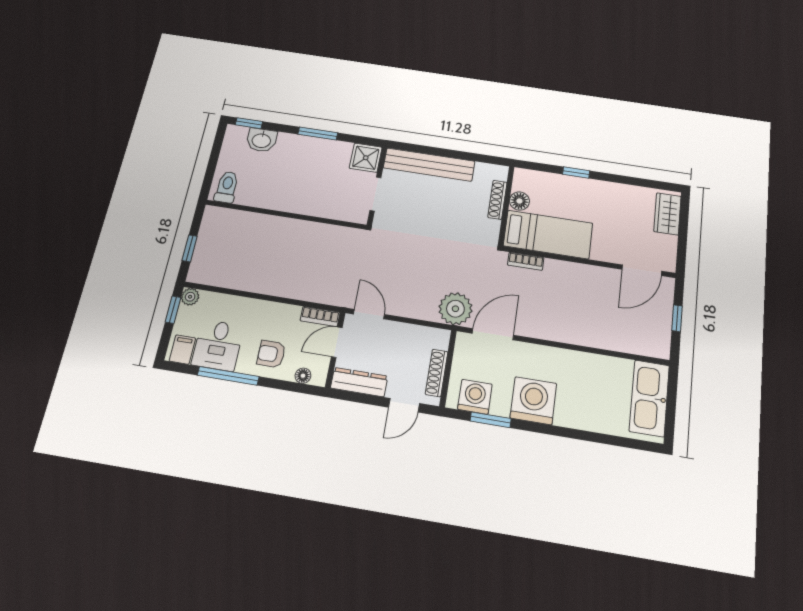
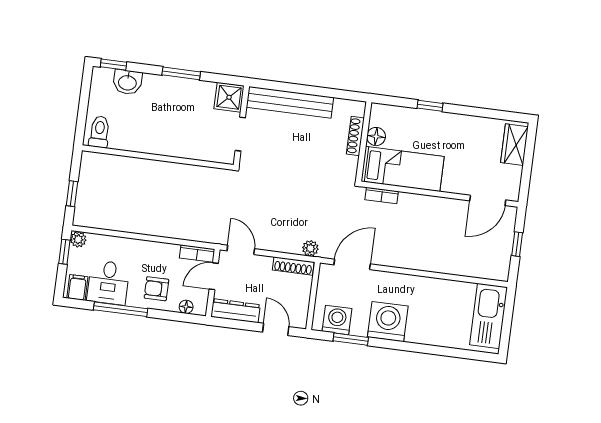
plant: (455, 309) -> (310, 248), width x0.53, depth x0.53
shoe rack: (437, 373) -> (293, 266), moved, turned -90
door: (404, 405) -> (276, 329), swing flipped

